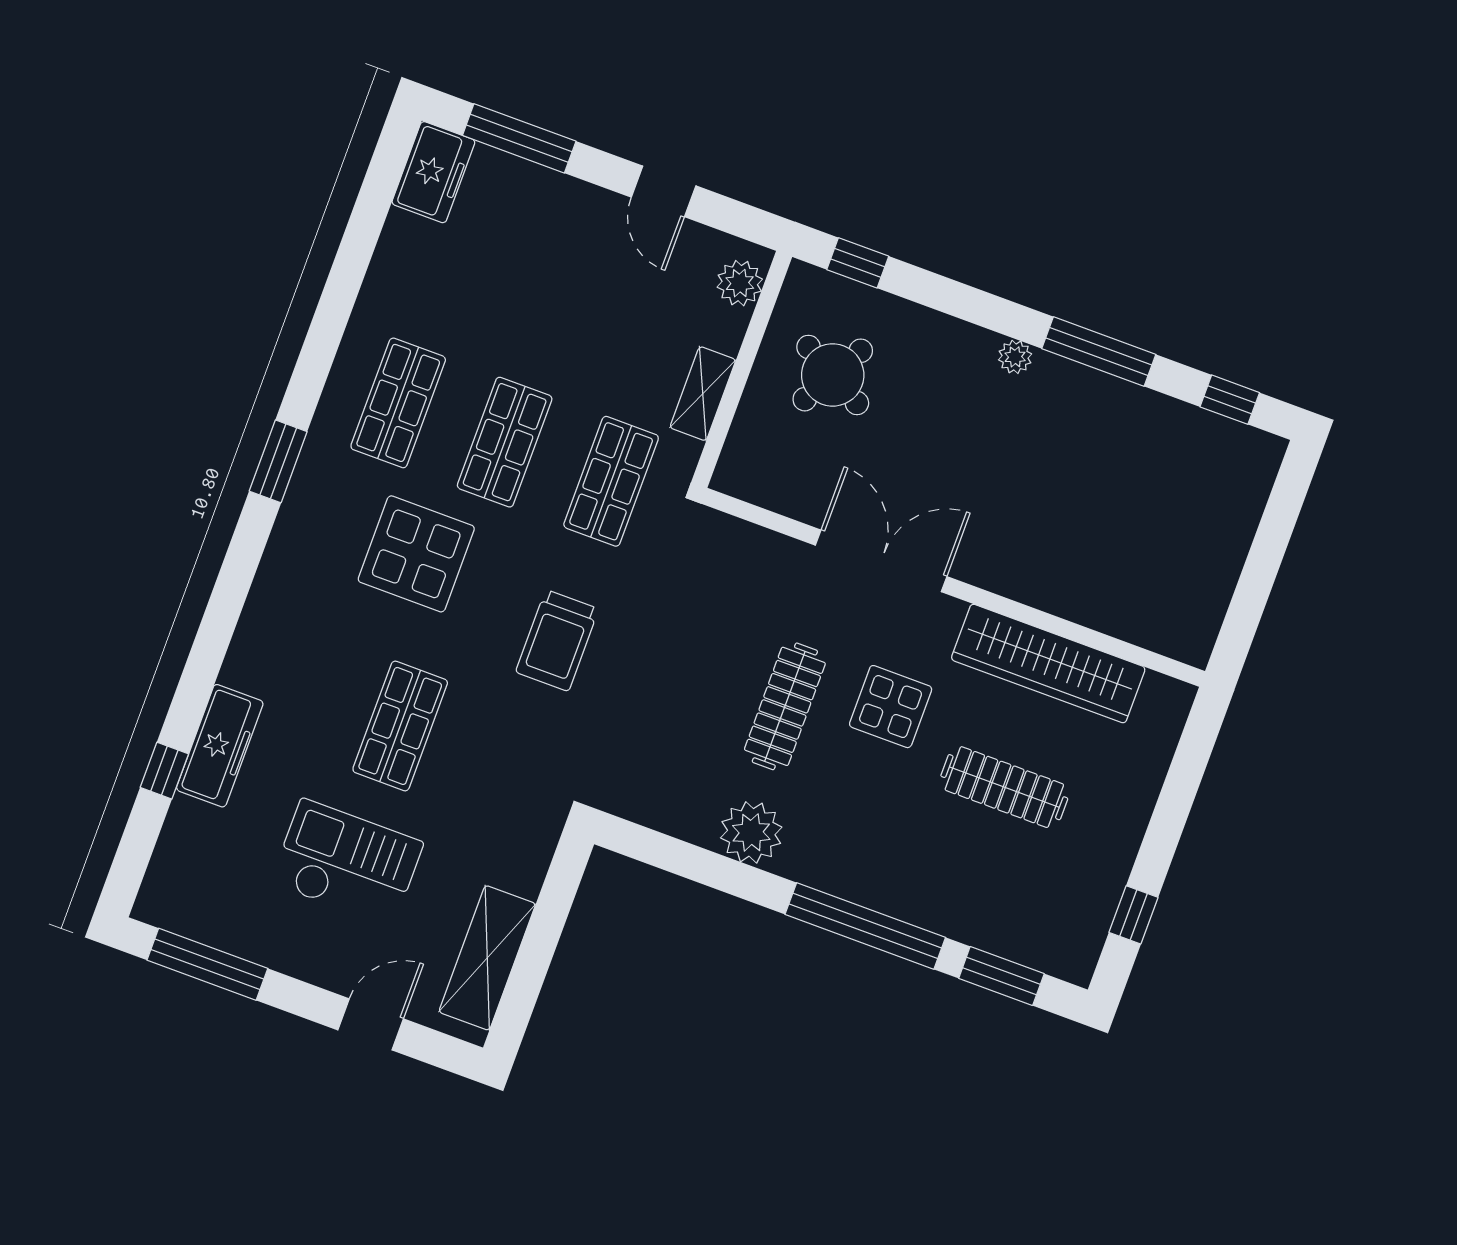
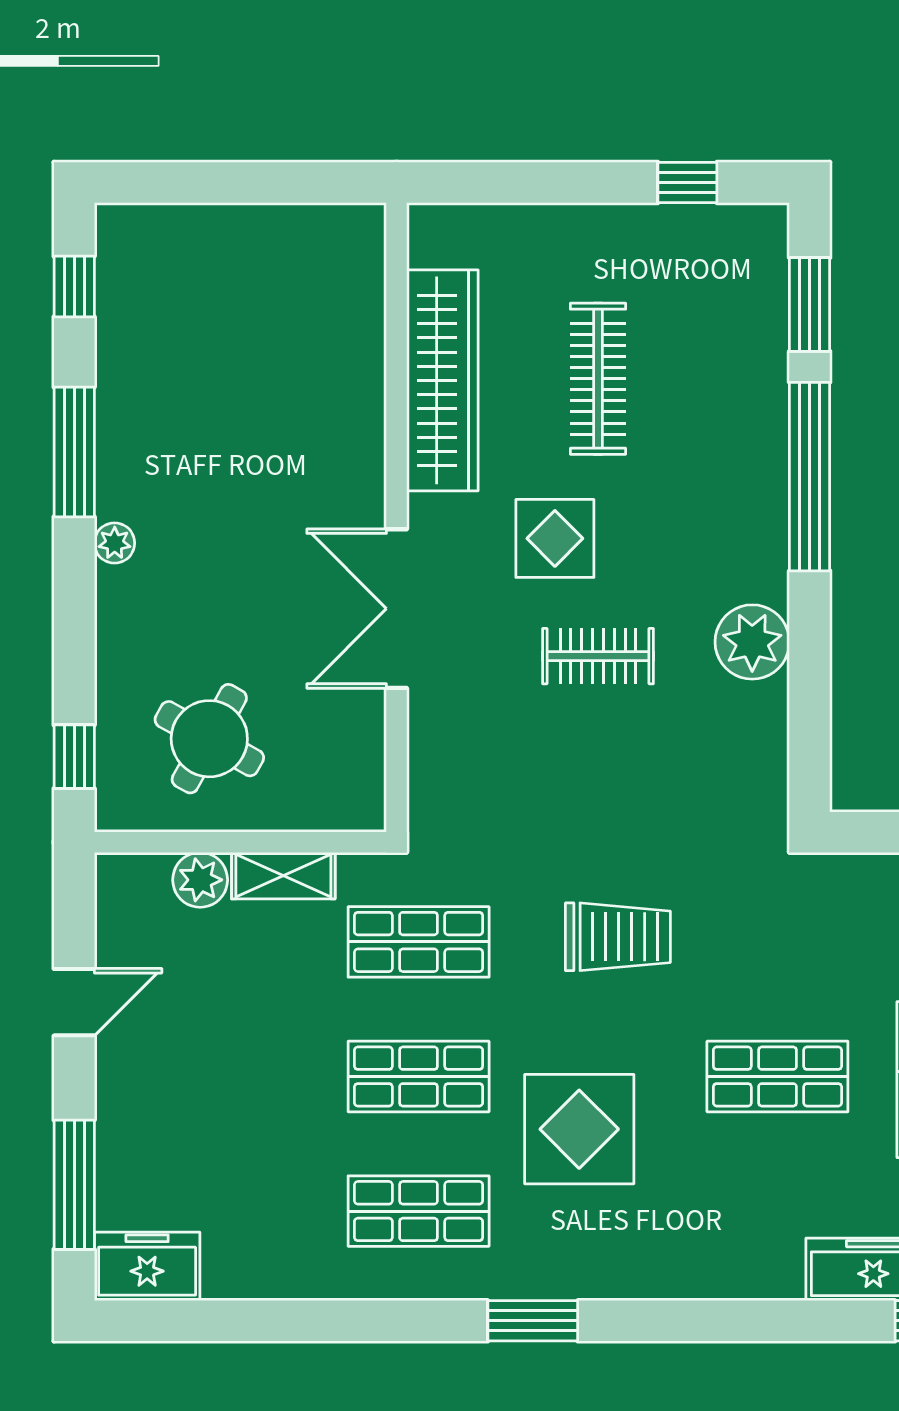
plant: (740, 283) -> (200, 880), moved
clothes rail: (785, 706) -> (598, 656), width x0.73

